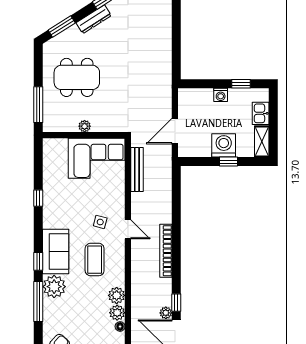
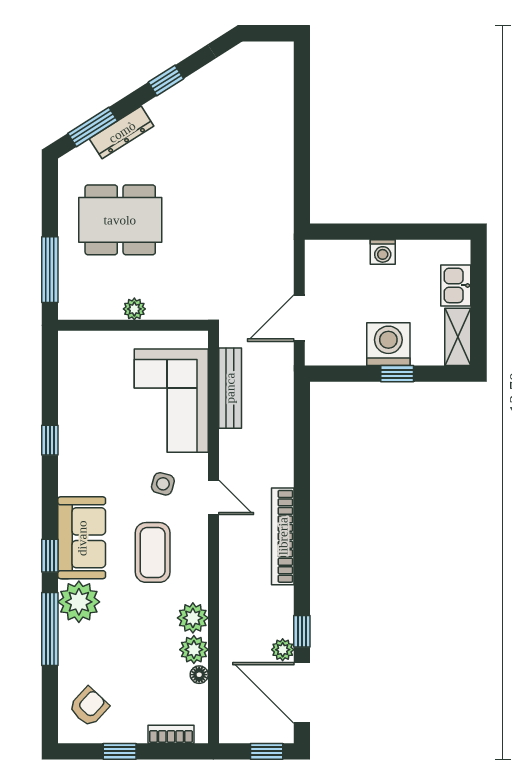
dresser: (94, 19) -> (122, 132), moved
window: (241, 84) -> (420, 232), removed
corner sofa: (97, 158) -> (171, 401), moved, turned 90

